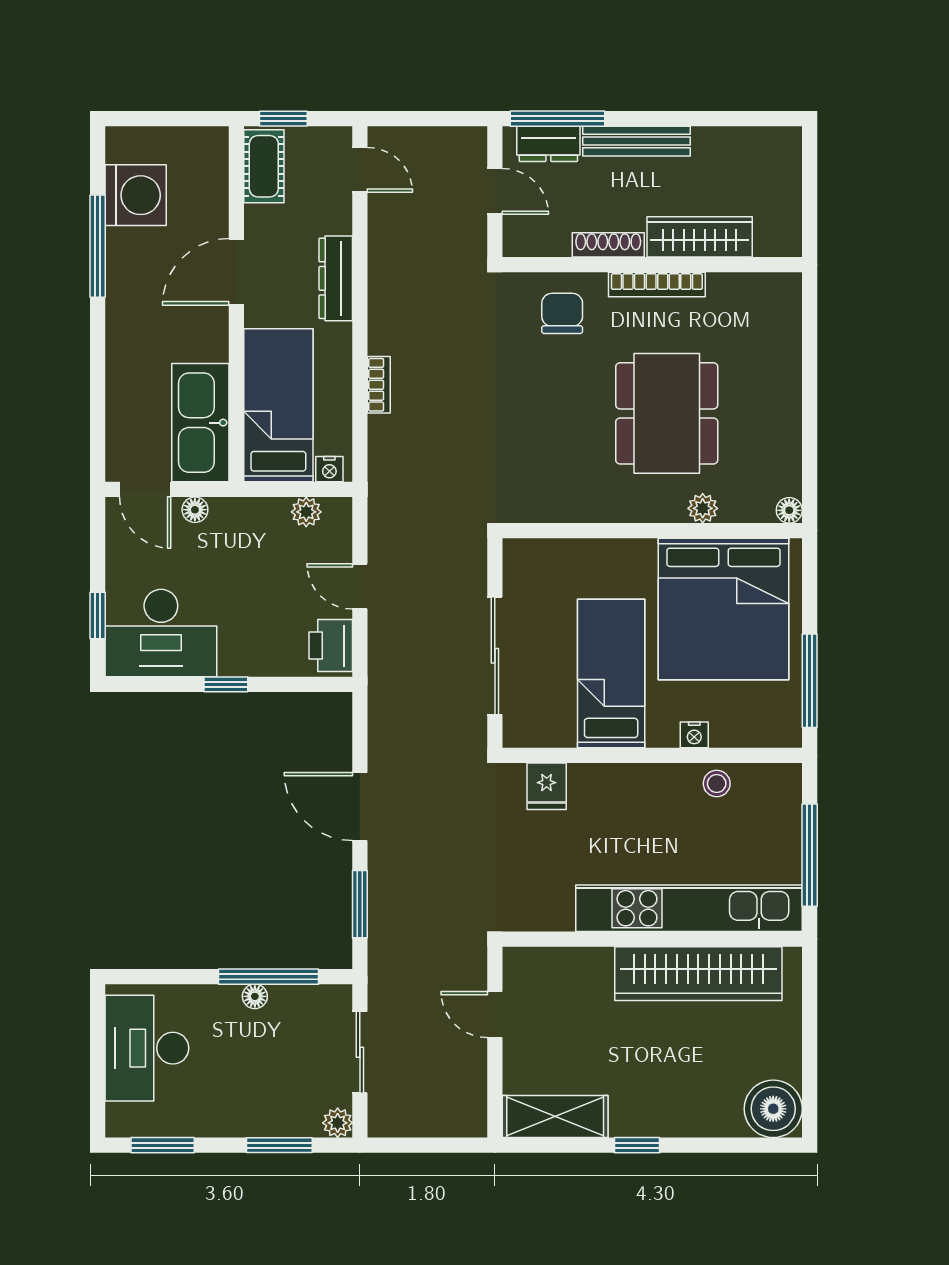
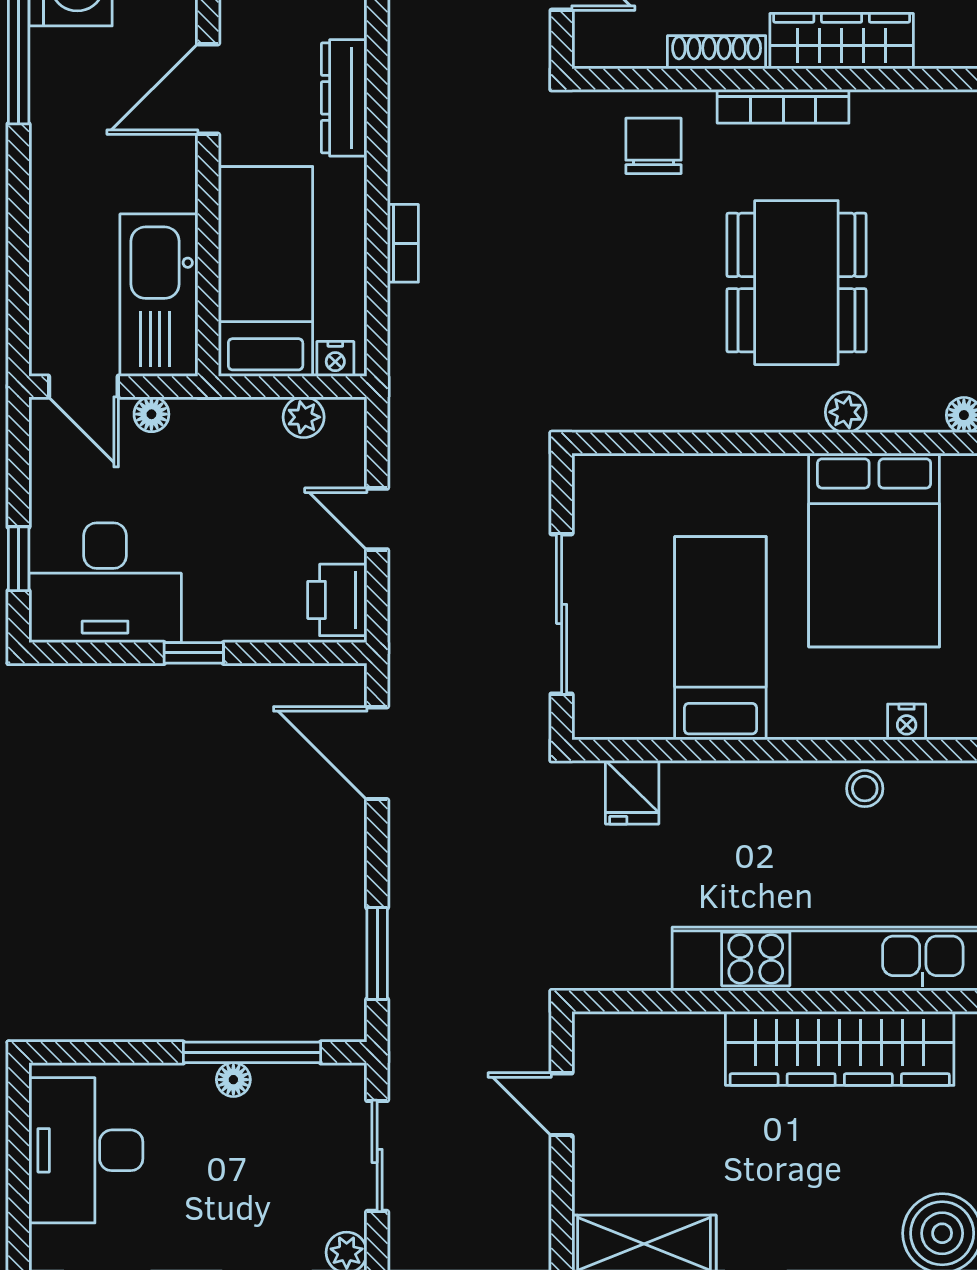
bed: (723, 609) -> (874, 550), width x0.73
nightstand: (694, 735) -> (907, 722), moved
door: (360, 807) -> (377, 753), moved

